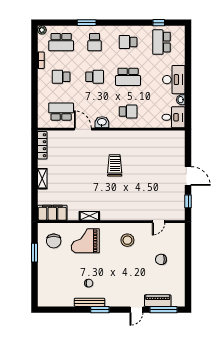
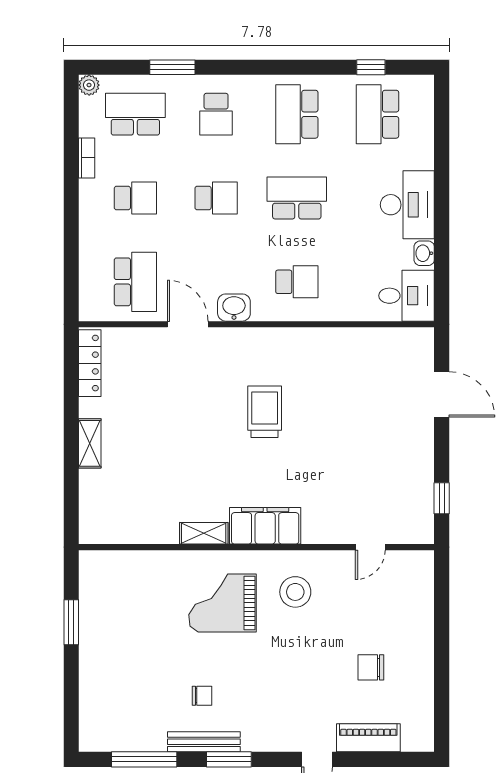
window: (87, 23) -> (172, 67), moved
school desk: (61, 42) -> (135, 114), turned 180
school desk: (128, 42) -> (297, 114), width x1.85
school desk: (61, 77) -> (135, 198), turned 180
school desk: (128, 77) -> (297, 198), turned 180
school desk: (61, 112) -> (135, 282), turned 90
door: (188, 176) -> (442, 394), moved
filing cabinet: (52, 213) -> (265, 526), moved
chair: (54, 241) -> (118, 594), removed
grand piano: (85, 241) -> (222, 603), moved
chair: (161, 259) -> (371, 667), moved
window: (164, 310) -> (144, 759), moved

